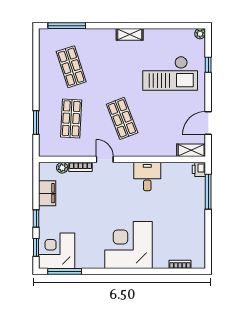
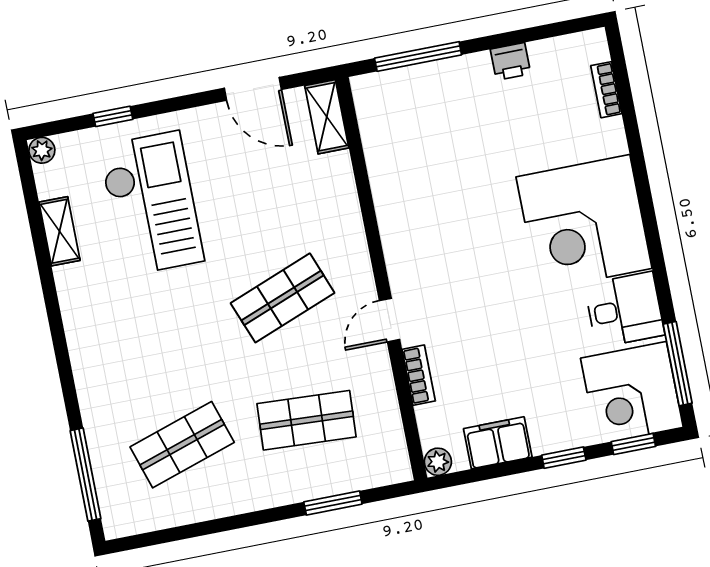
shelving: (130, 34) -> (59, 231), moved
plant: (62, 168) -> (438, 462), moved
printer: (199, 169) -> (511, 61), moved
desk: (147, 177) -> (624, 310), moved, turned 180

